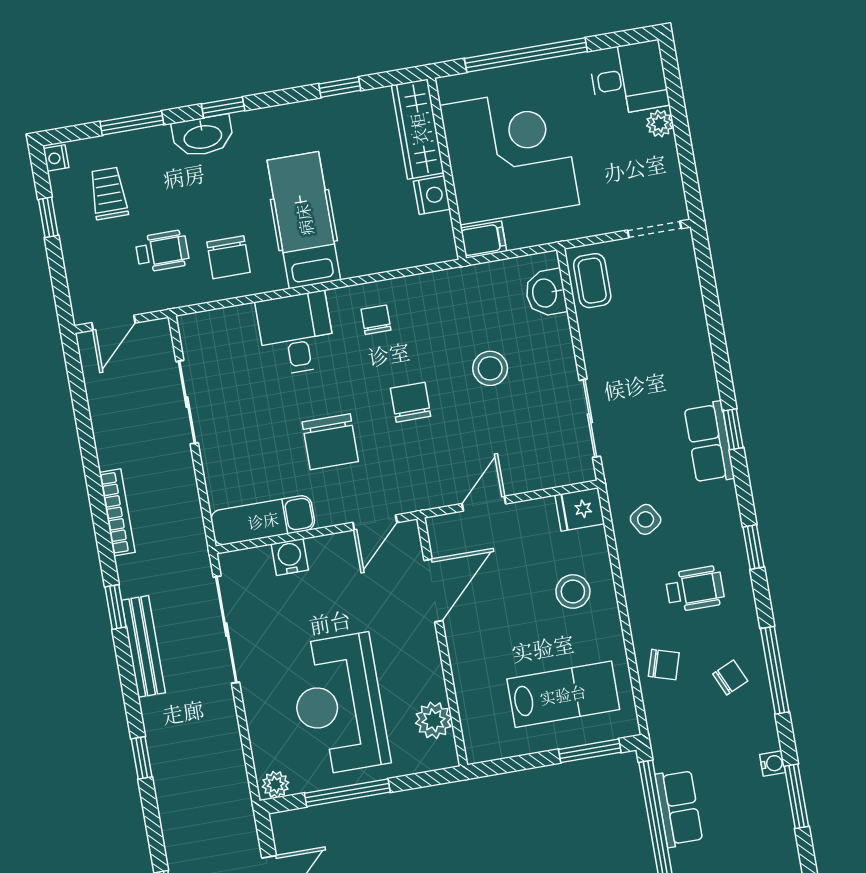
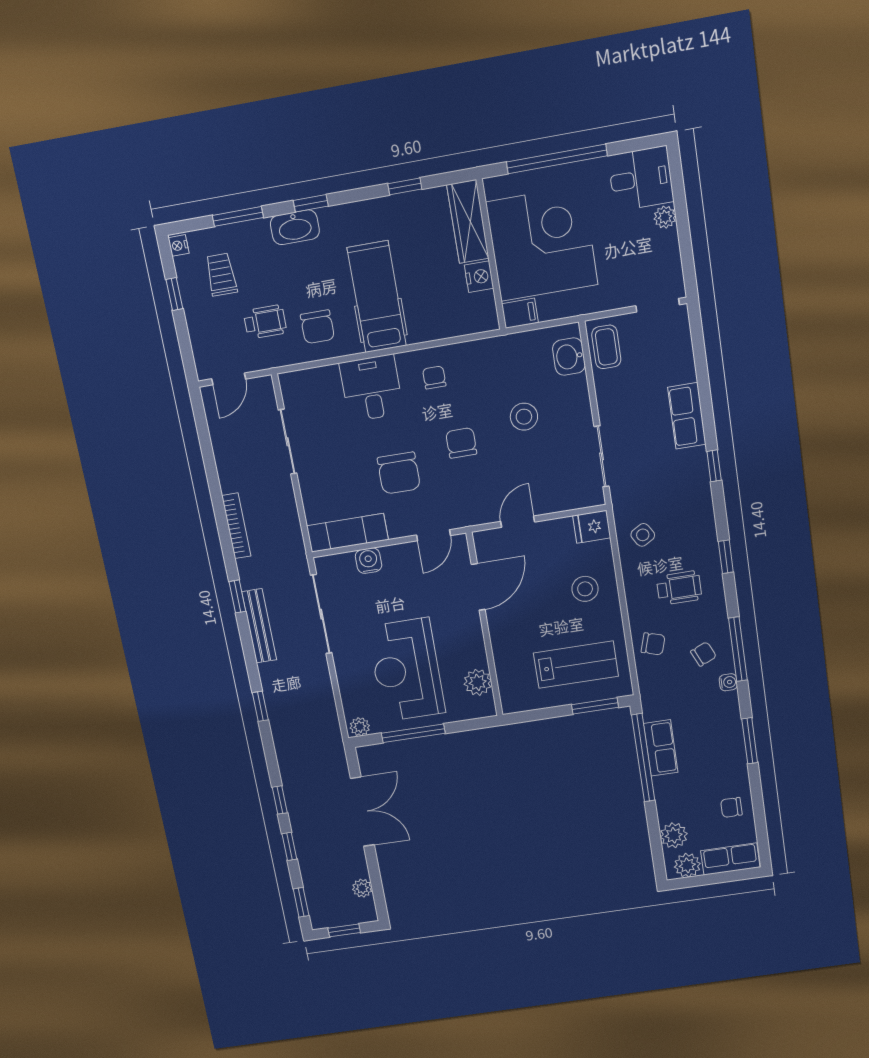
row of seats: (709, 443) -> (687, 416), moved
water cooler: (773, 764) -> (728, 682), moved

